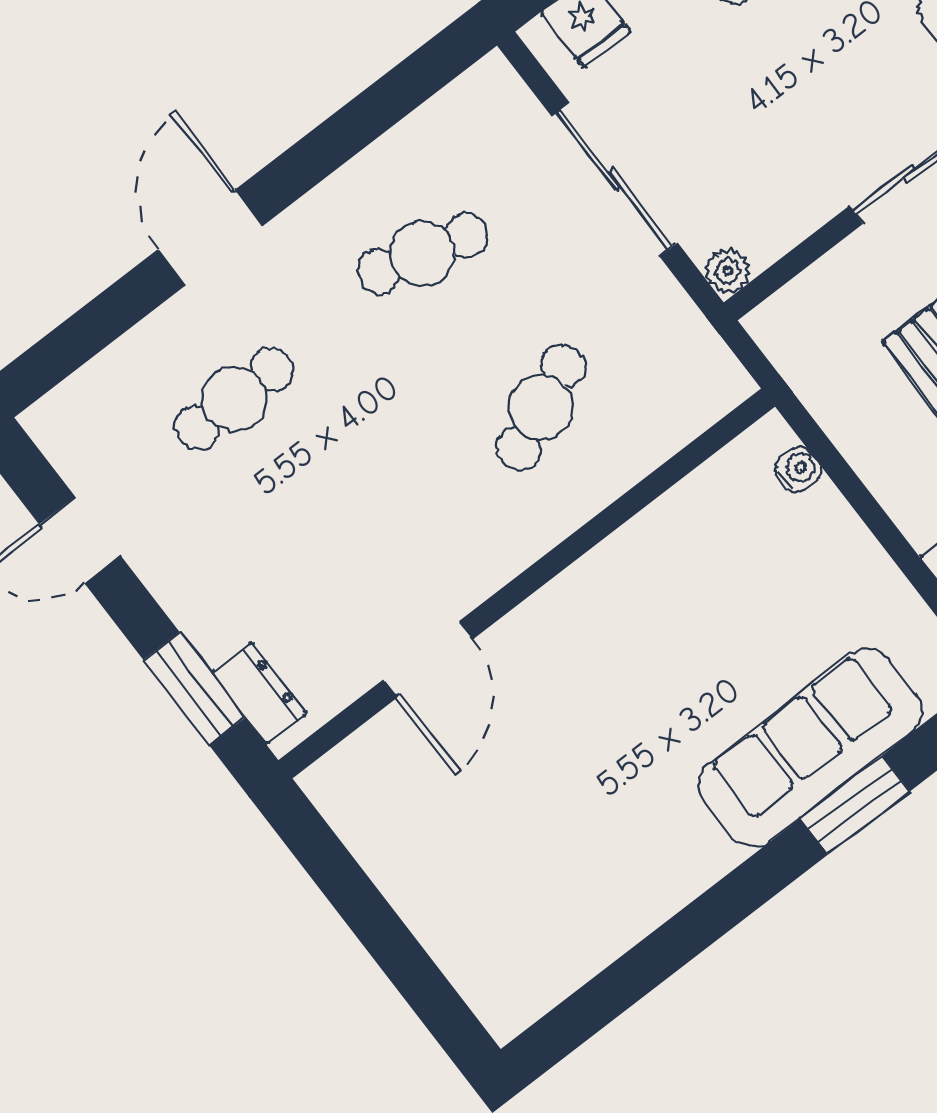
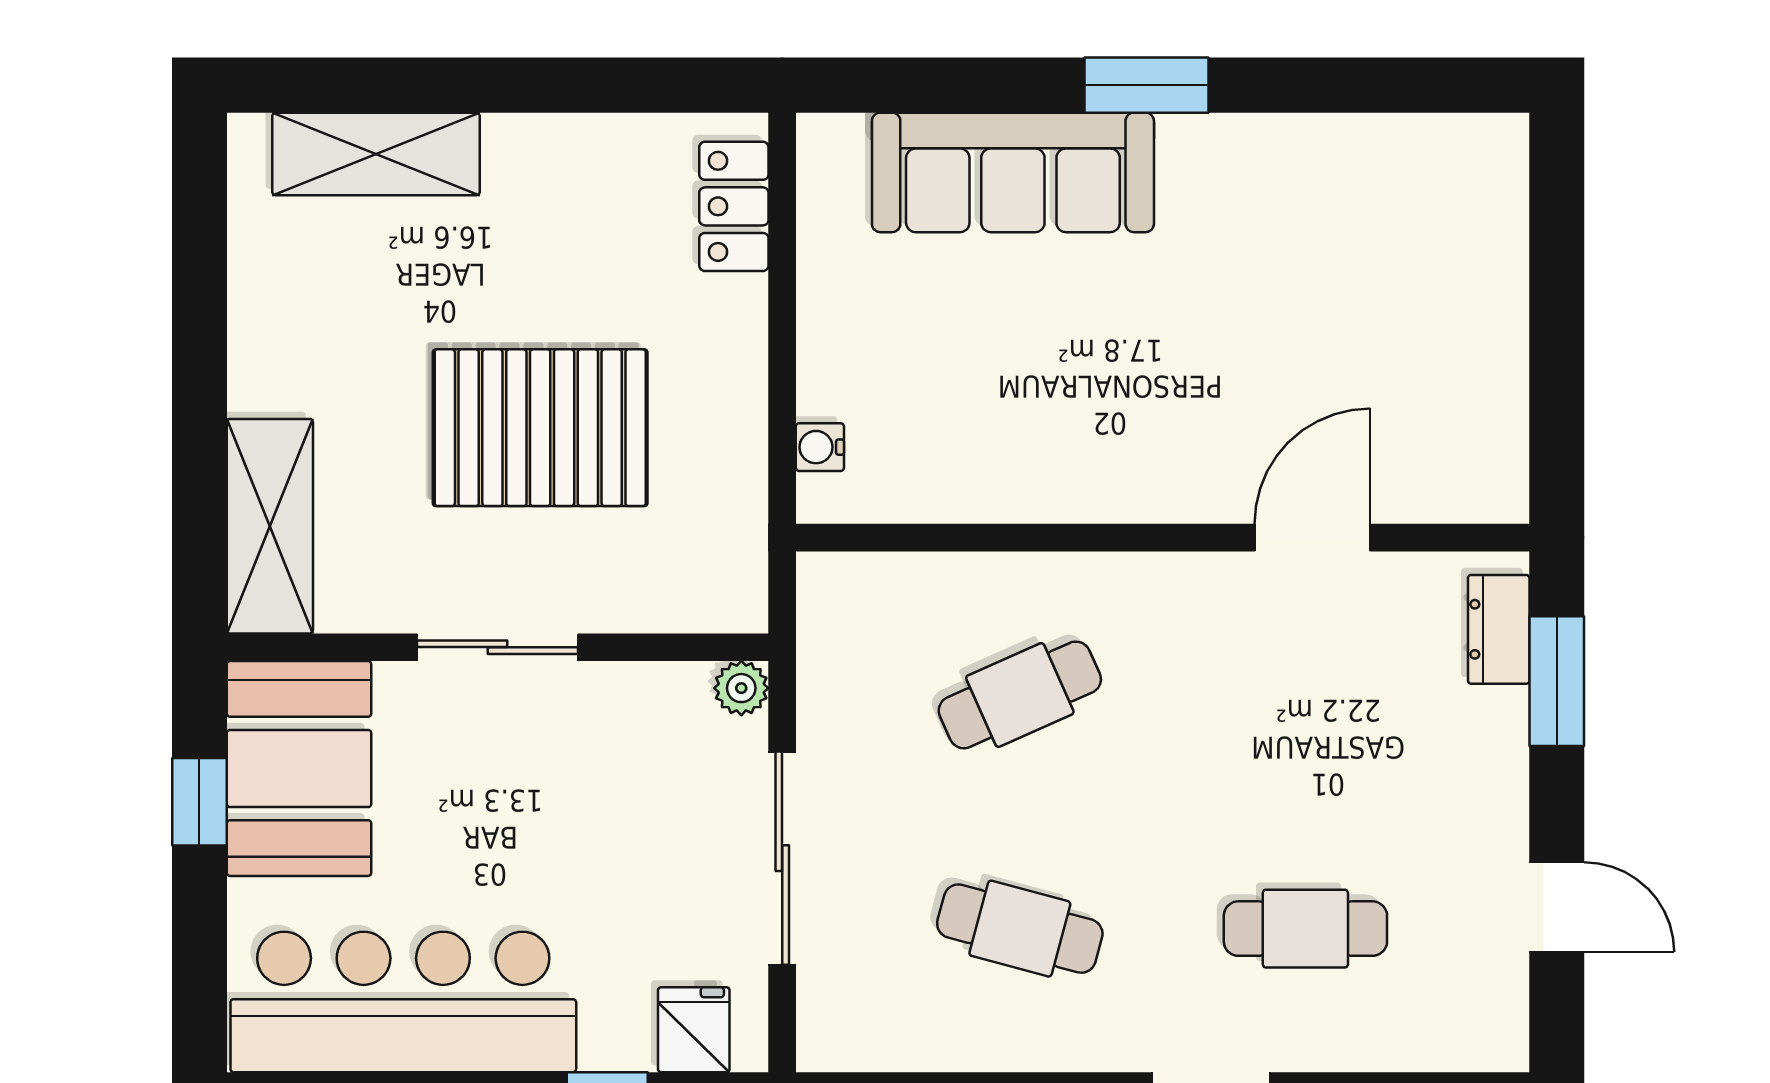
window: (855, 805) -> (1146, 85), moved

